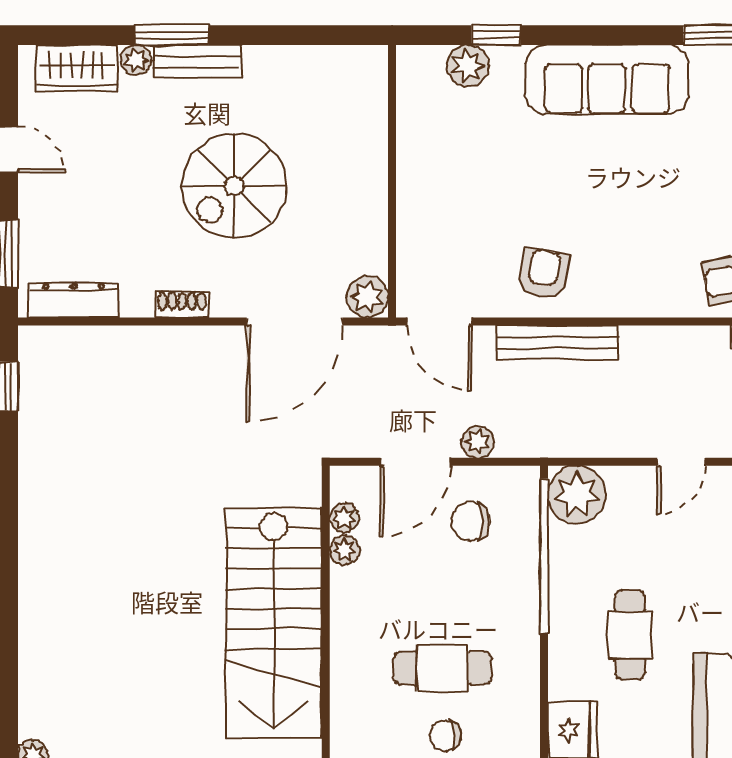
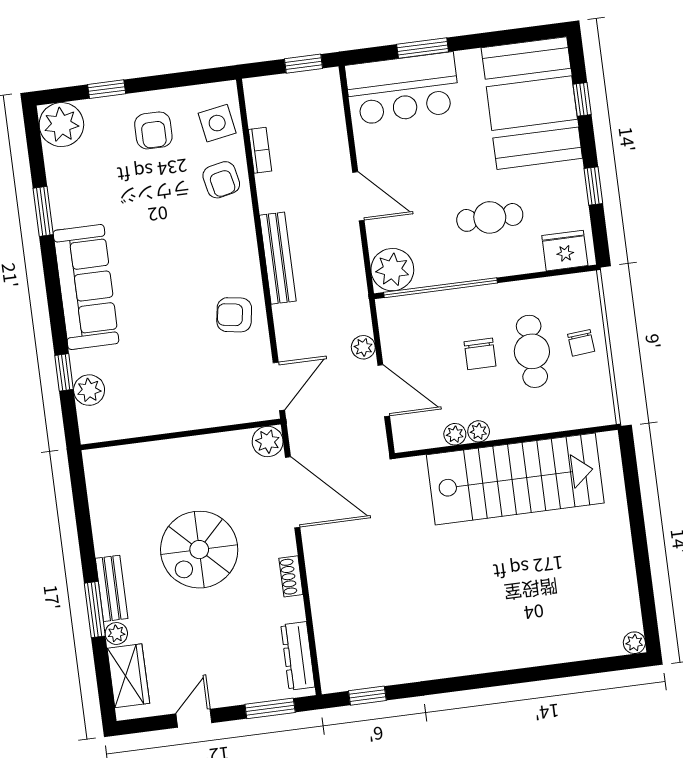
spiral stairs: (234, 186) -> (199, 550), turned 90
bench: (557, 343) -> (278, 258), moved
door: (681, 462) -> (358, 196), width x1.37
plant: (344, 518) -> (479, 431), moved
chair: (471, 521) -> (480, 354), moved

